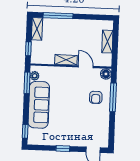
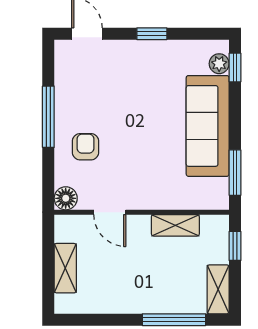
shelving: (66, 60) -> (175, 225), moved
plant: (35, 76) -> (219, 64), moved
window: (113, 97) -> (48, 117), moved

